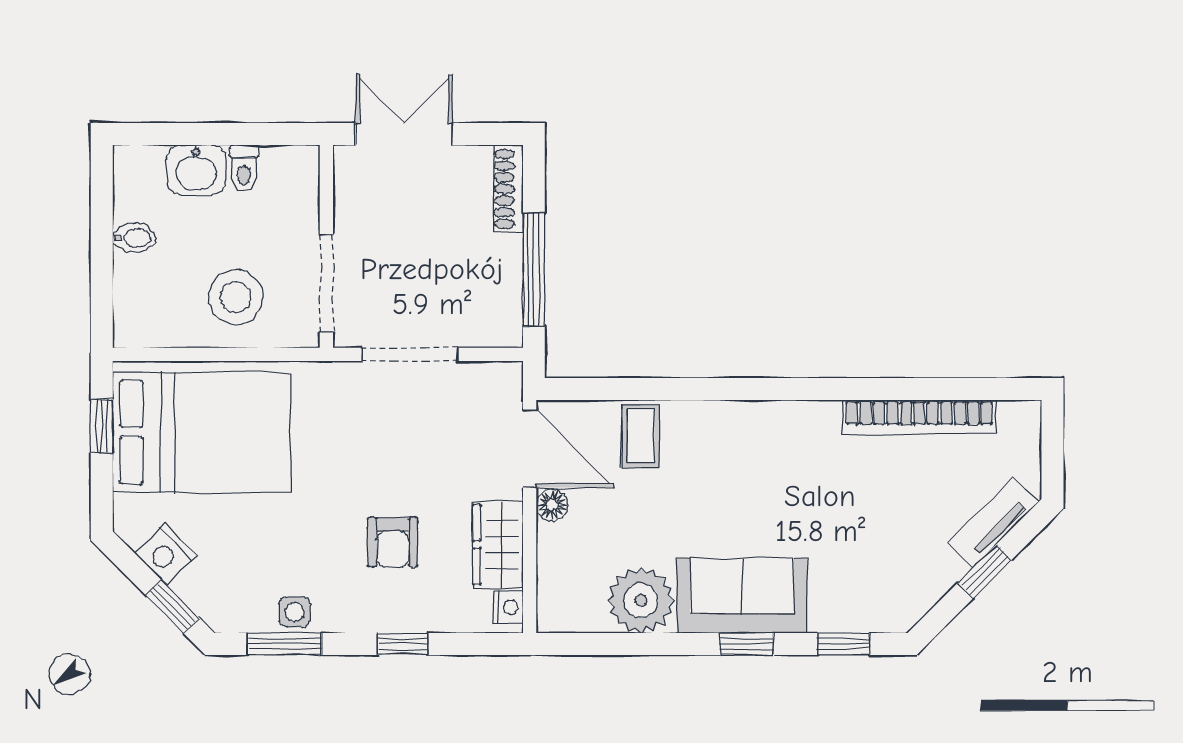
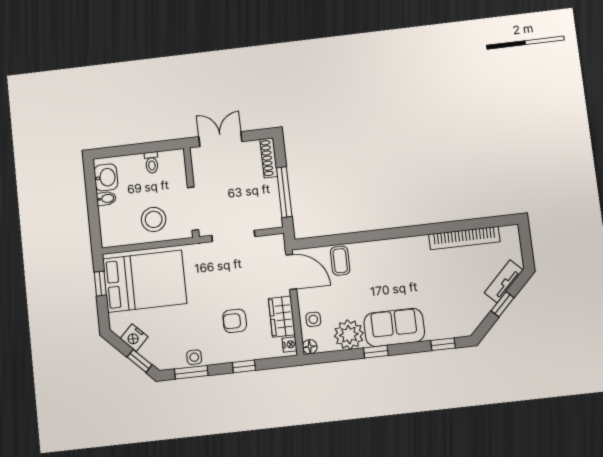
washbasin: (196, 170) -> (106, 177), moved, turned -90
floor lamp: (552, 505) -> (310, 347), moved
armchair: (393, 542) -> (235, 321), turned 90
side table: (567, 558) -> (313, 319), added
window: (746, 644) -> (376, 352), moved

